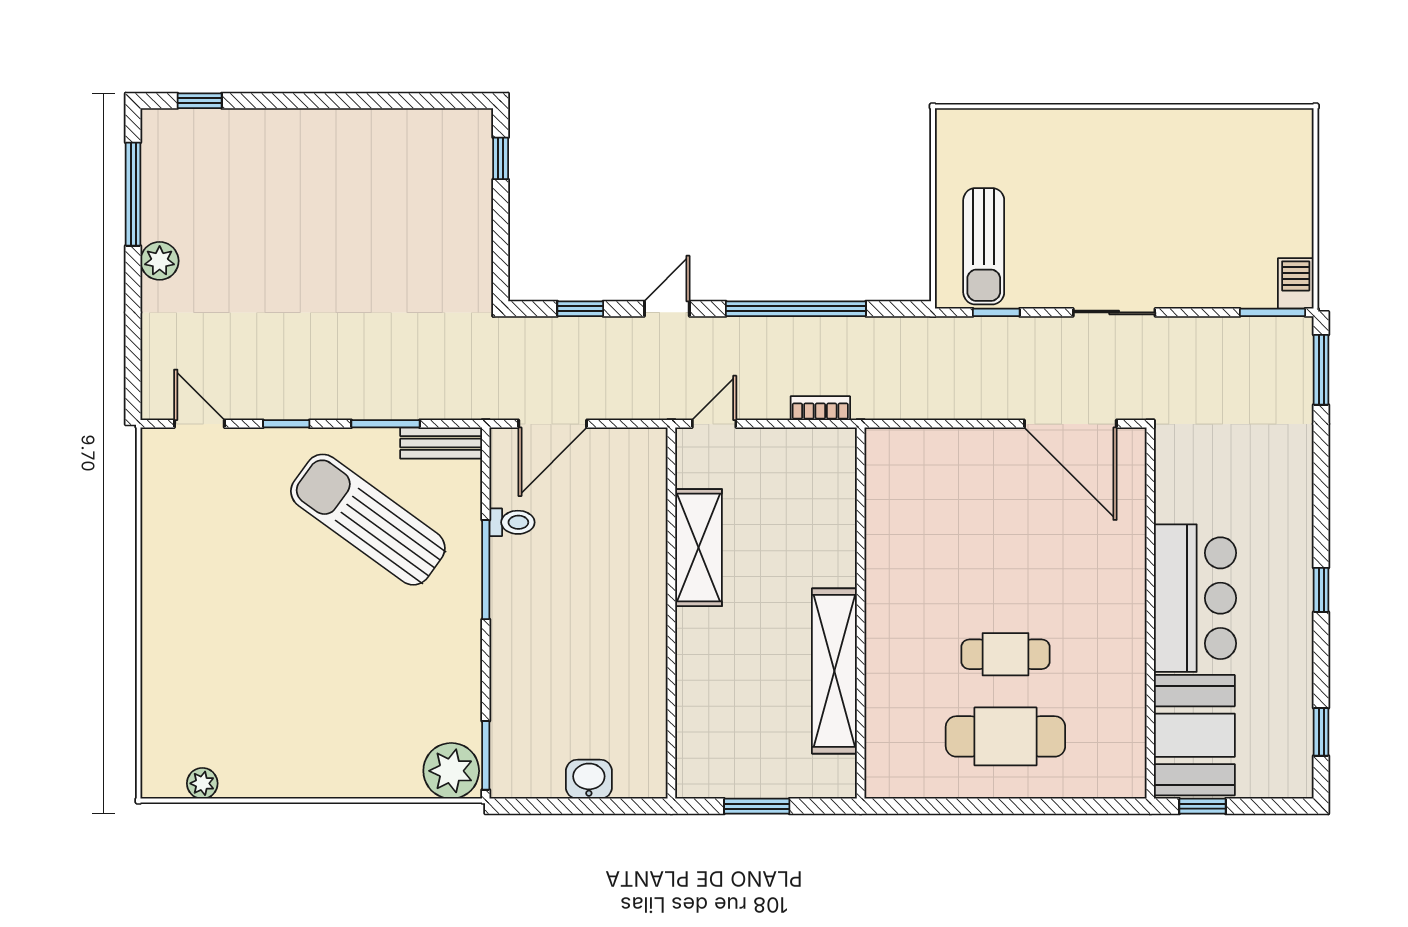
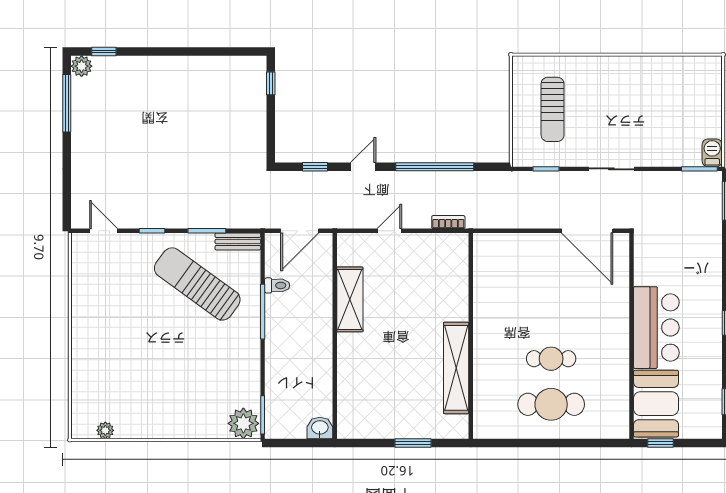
sun lounger: (984, 246) -> (553, 109), moved
plant: (160, 261) -> (82, 66), moved
shelving: (699, 548) -> (350, 299), moved
wall: (671, 613) -> (335, 336), moved

